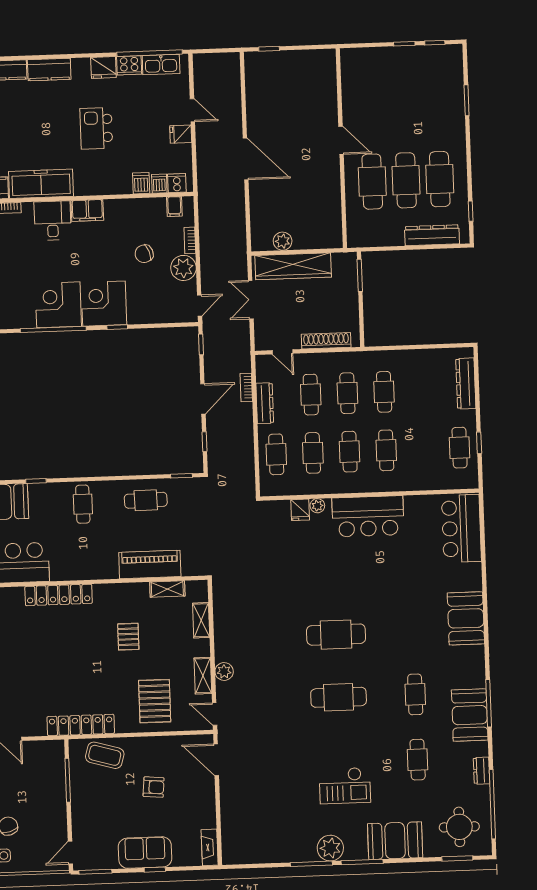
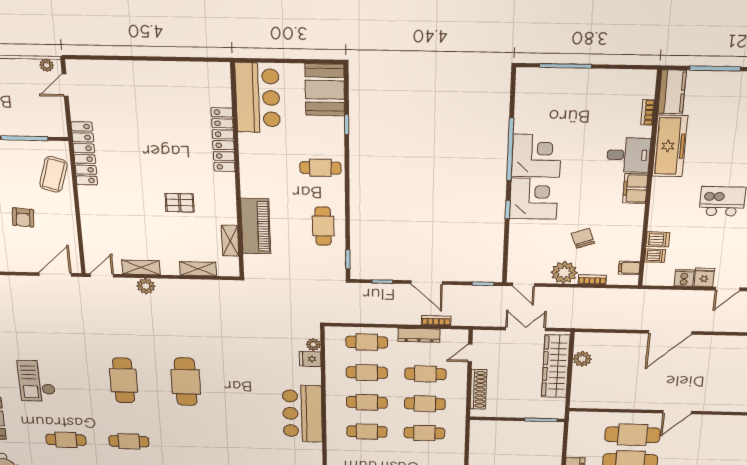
cooker: (177, 183) -> (684, 278), moved, turned -90
plant: (317, 506) -> (313, 345), moved
pallet: (155, 701) -> (113, 223), removed

